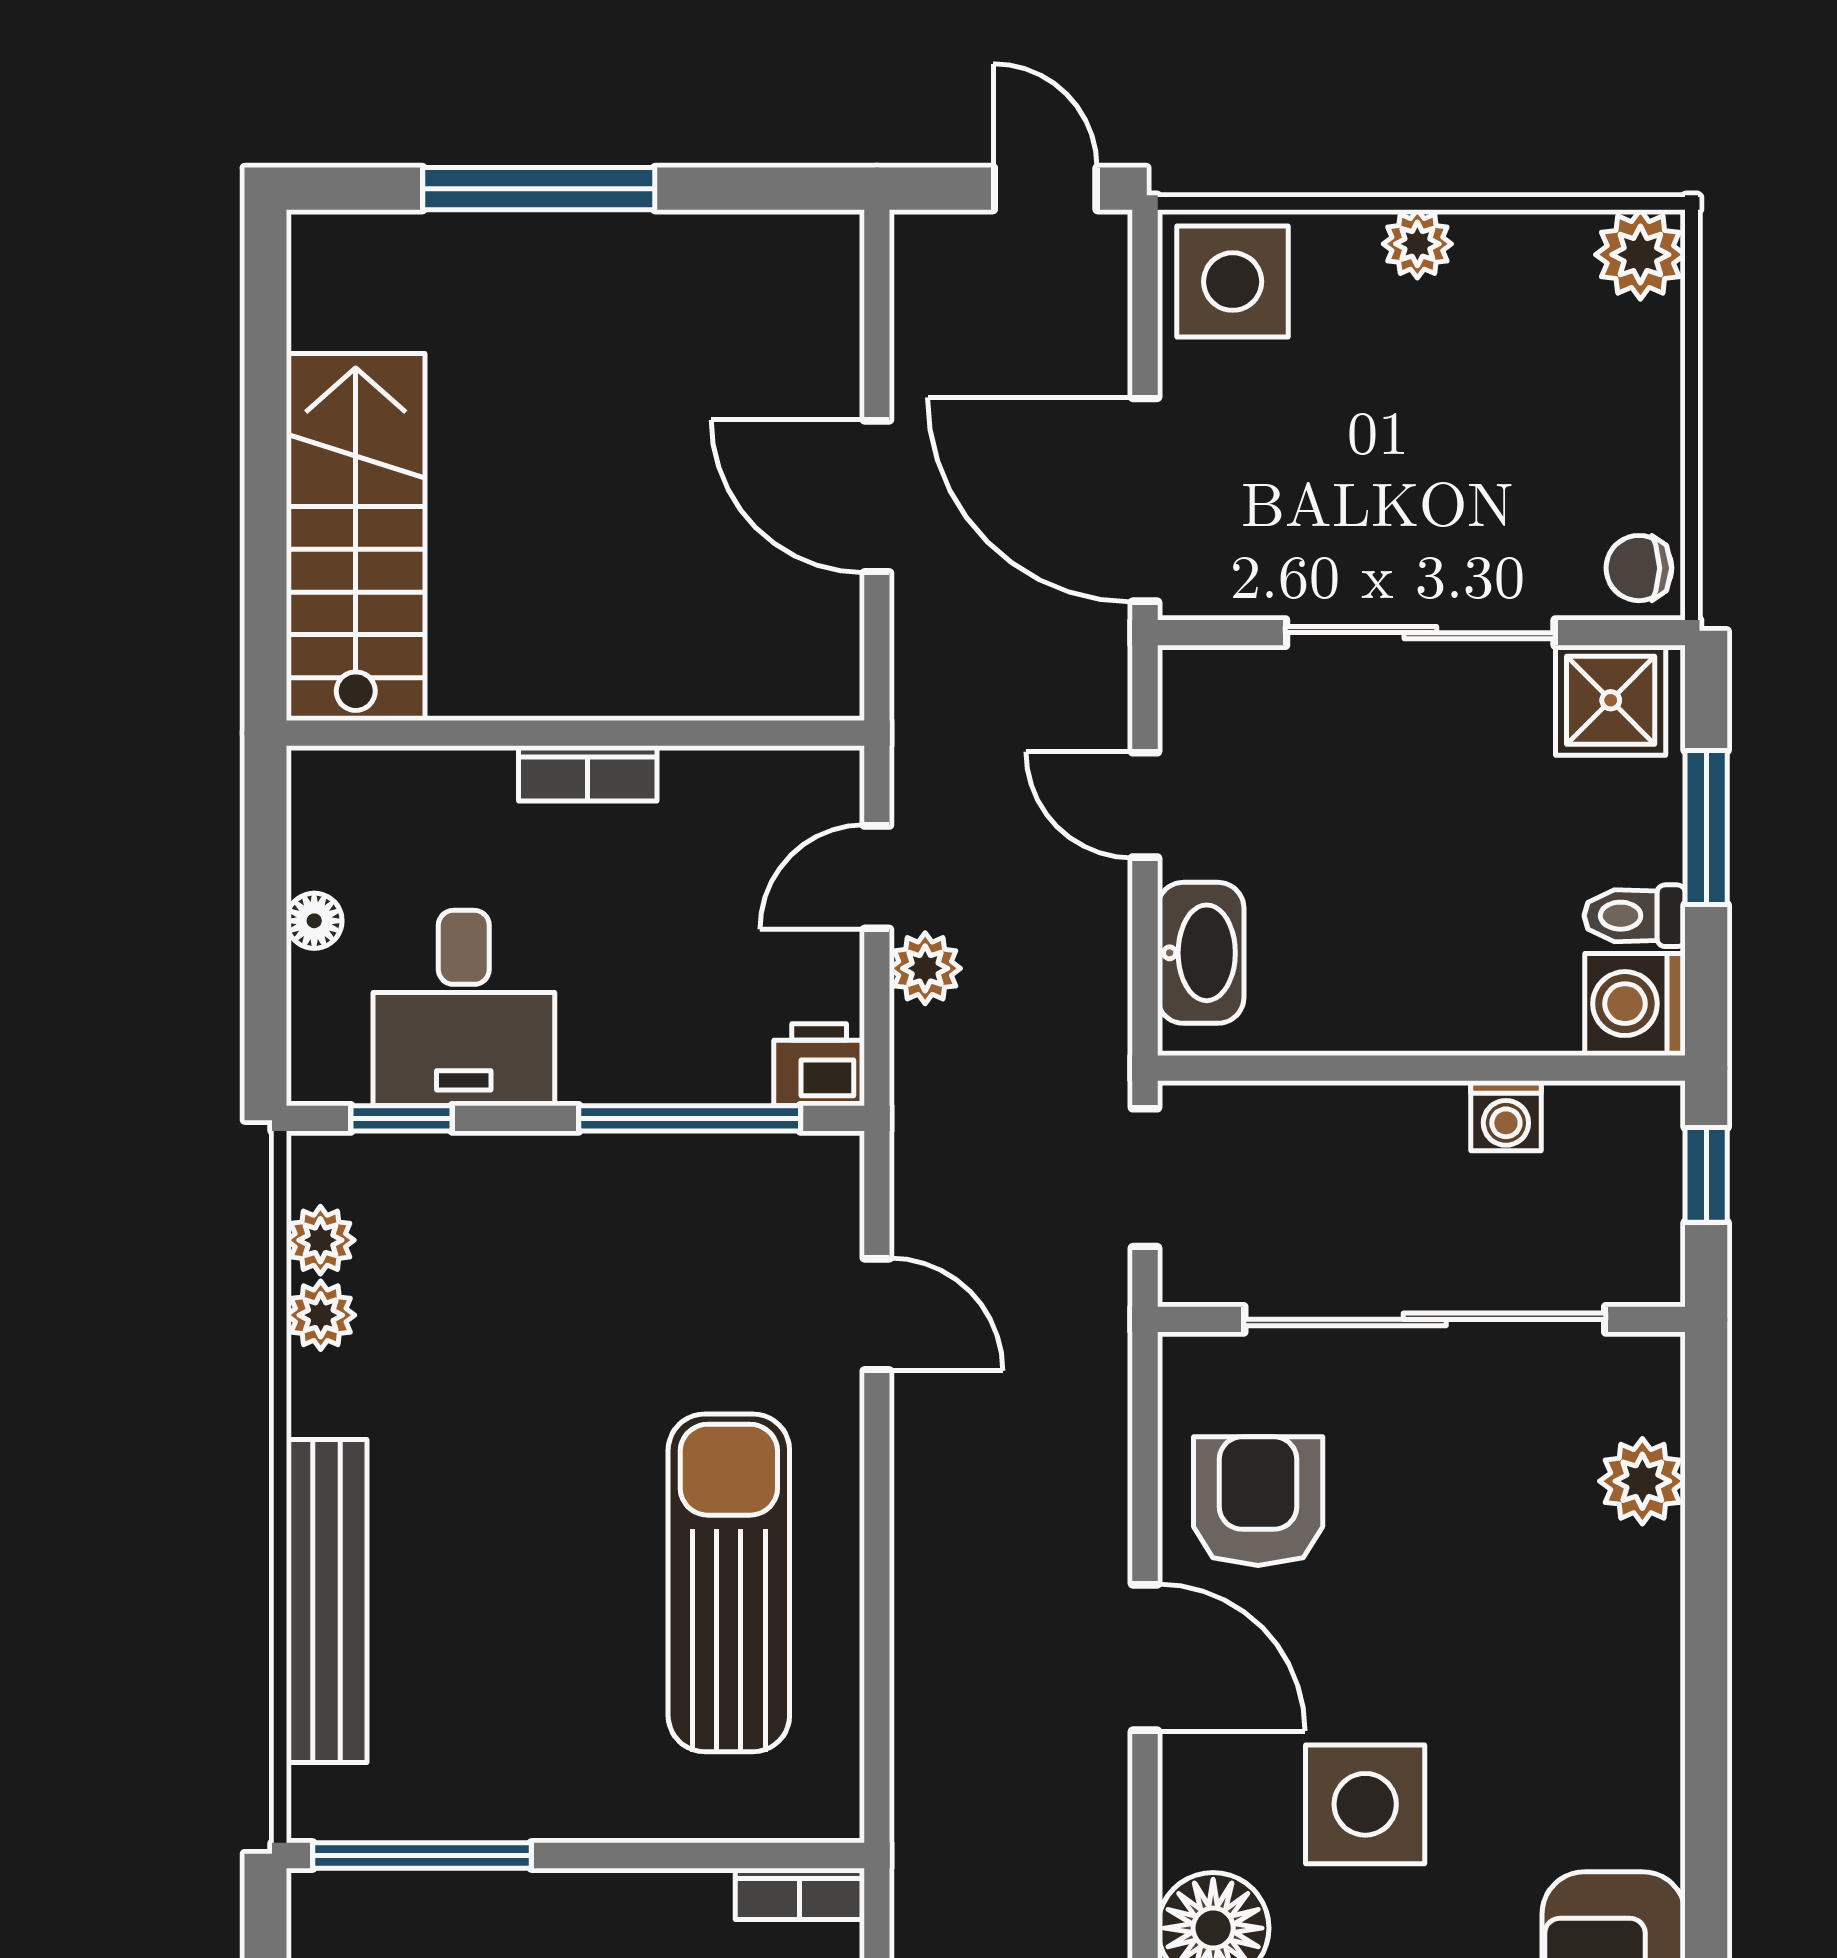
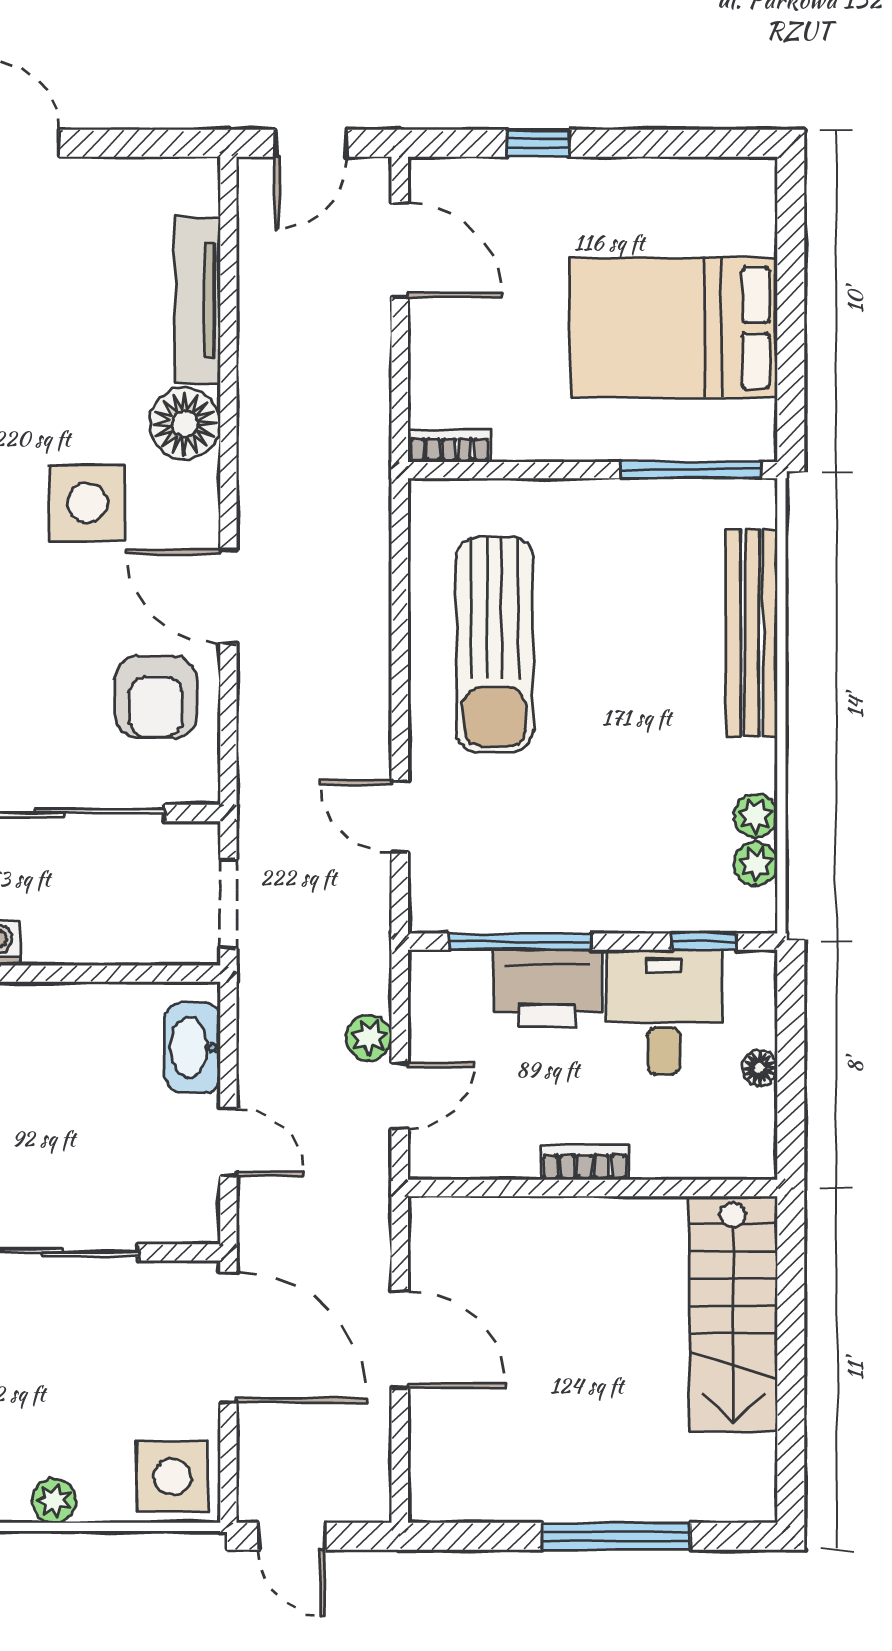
printer: (819, 1065) -> (547, 989), moved, width x1.87, depth x1.48

